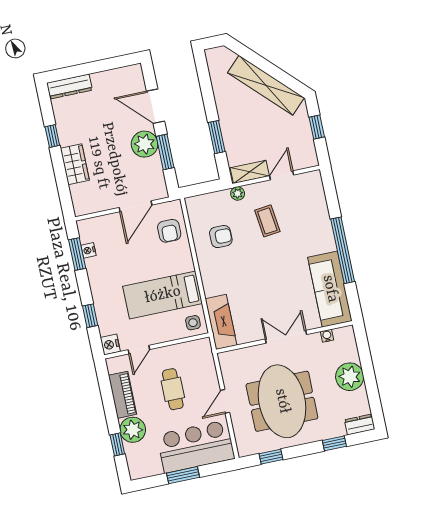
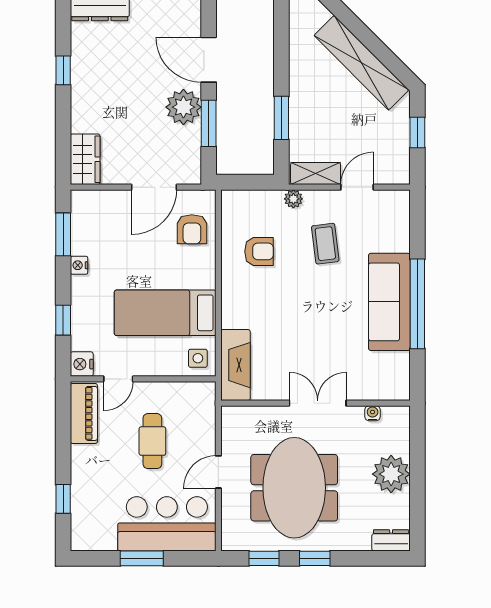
wardrobe: (75, 164) -> (85, 159), moved
nightstand: (88, 250) -> (79, 265), moved
sofa: (330, 289) -> (389, 302), moved
piano: (122, 395) -> (84, 413), moved
plant: (133, 430) -> (88, 484), removed
window: (334, 443) -> (315, 558), moved

